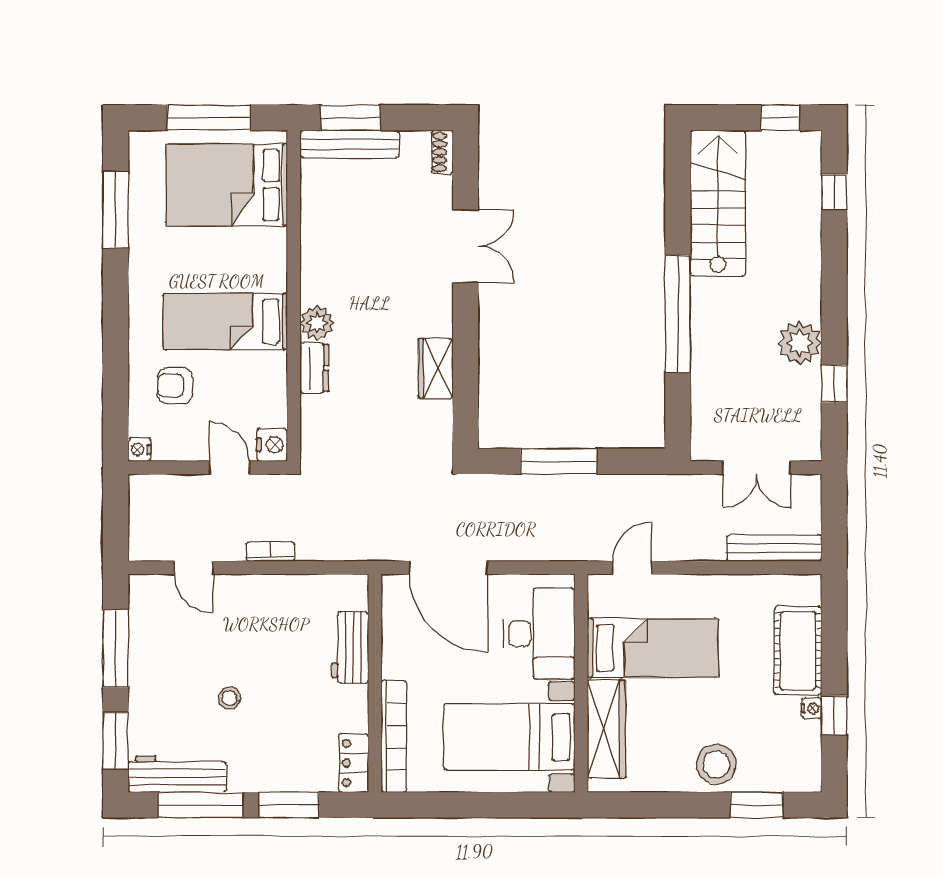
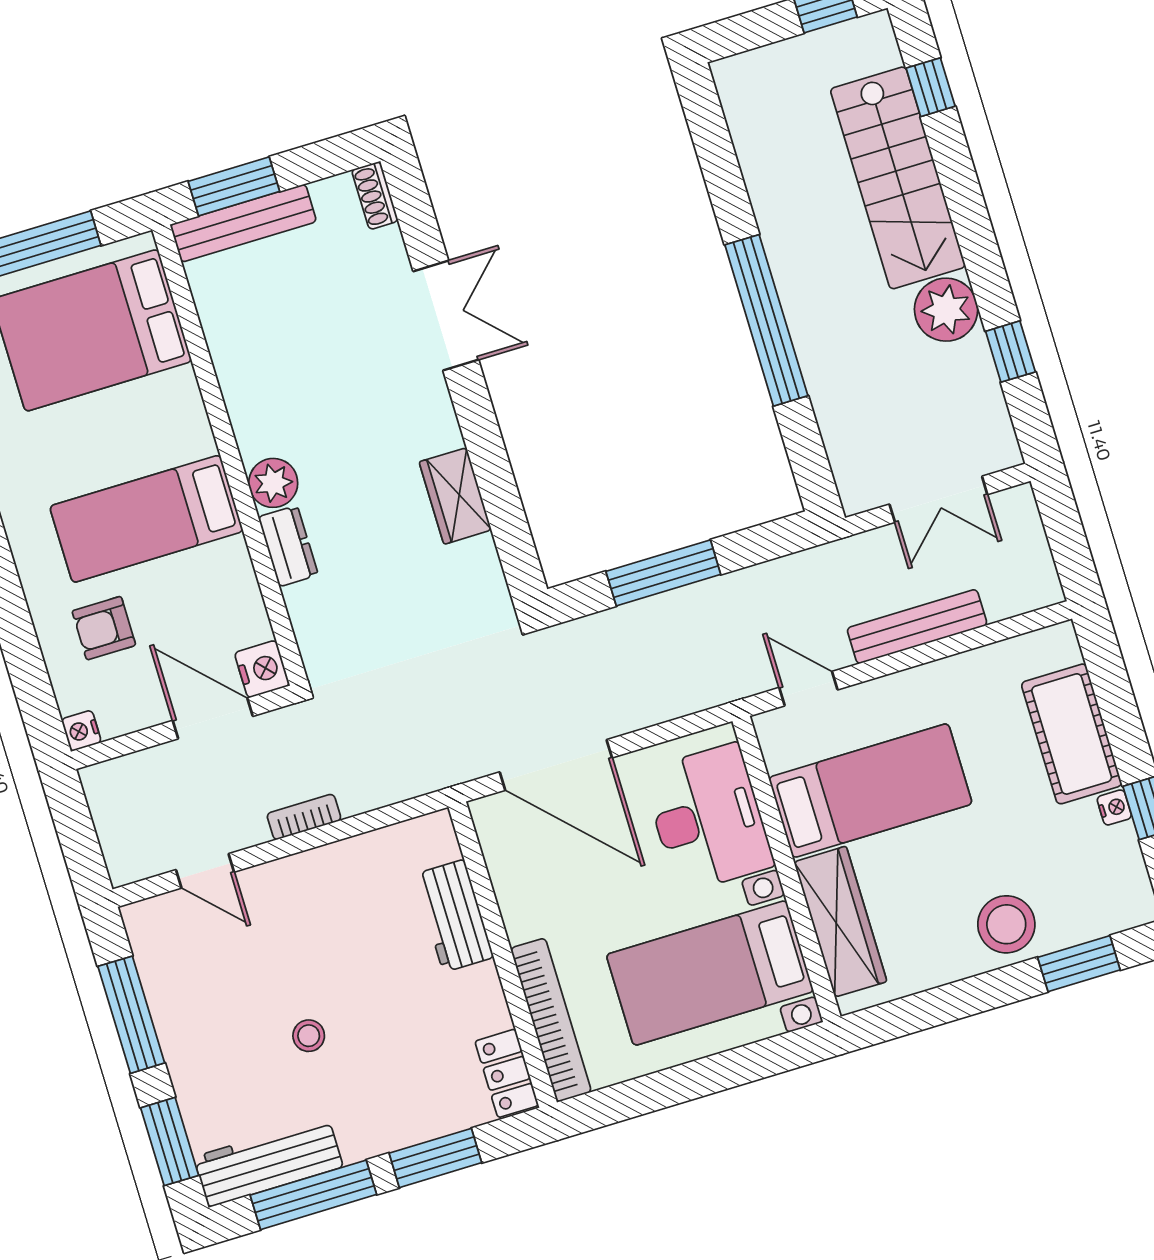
stairs: (718, 203) -> (898, 178), moved, turned 180
door: (229, 468) -> (213, 718), width x1.38
bench: (774, 548) -> (917, 627), moved
door: (632, 568) -> (808, 689), hinge flipped

